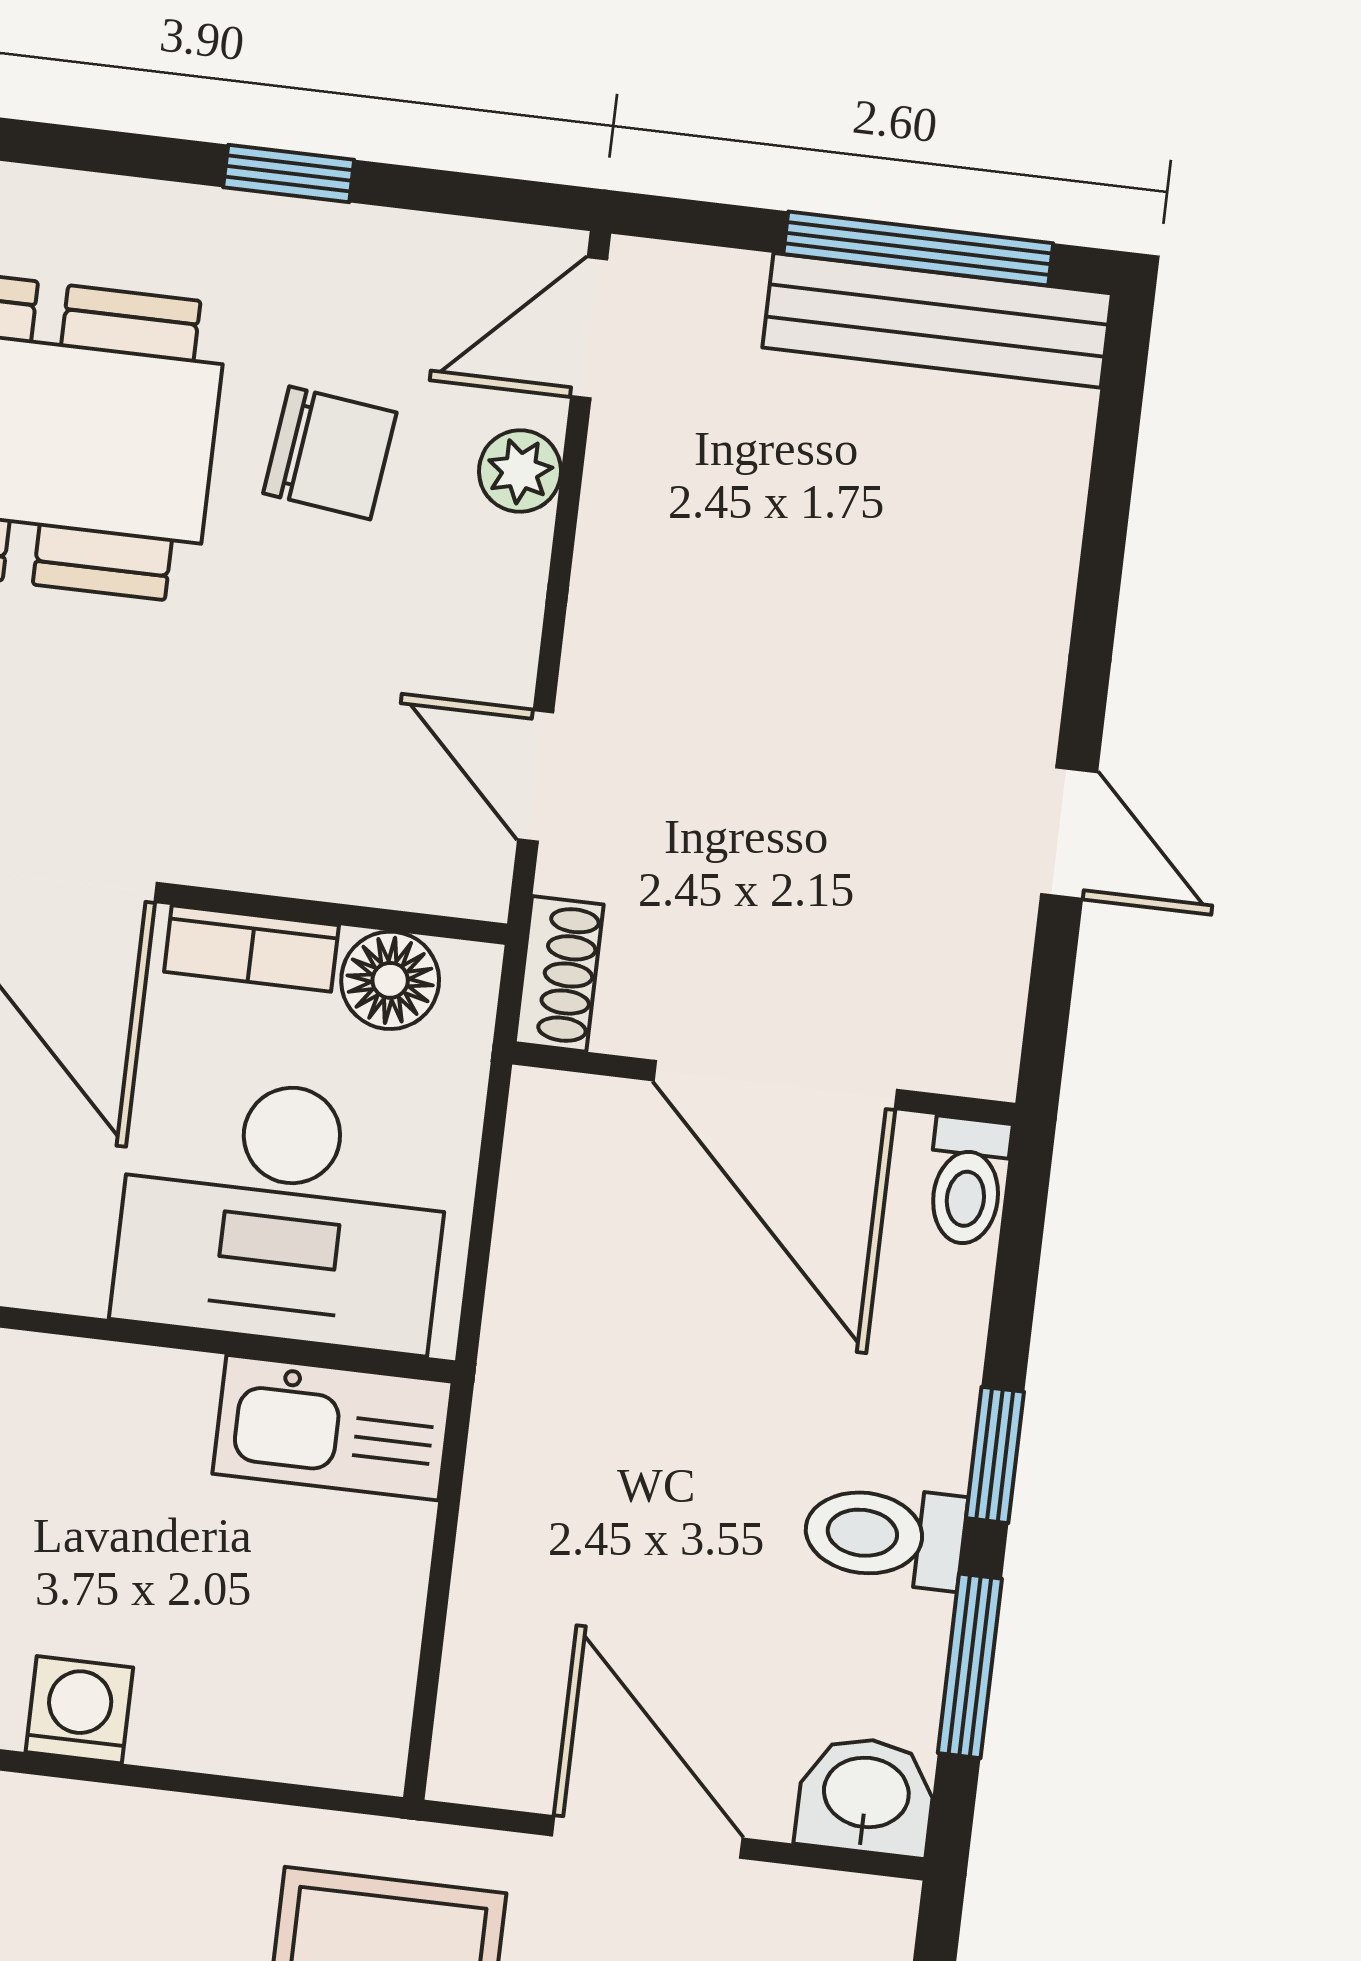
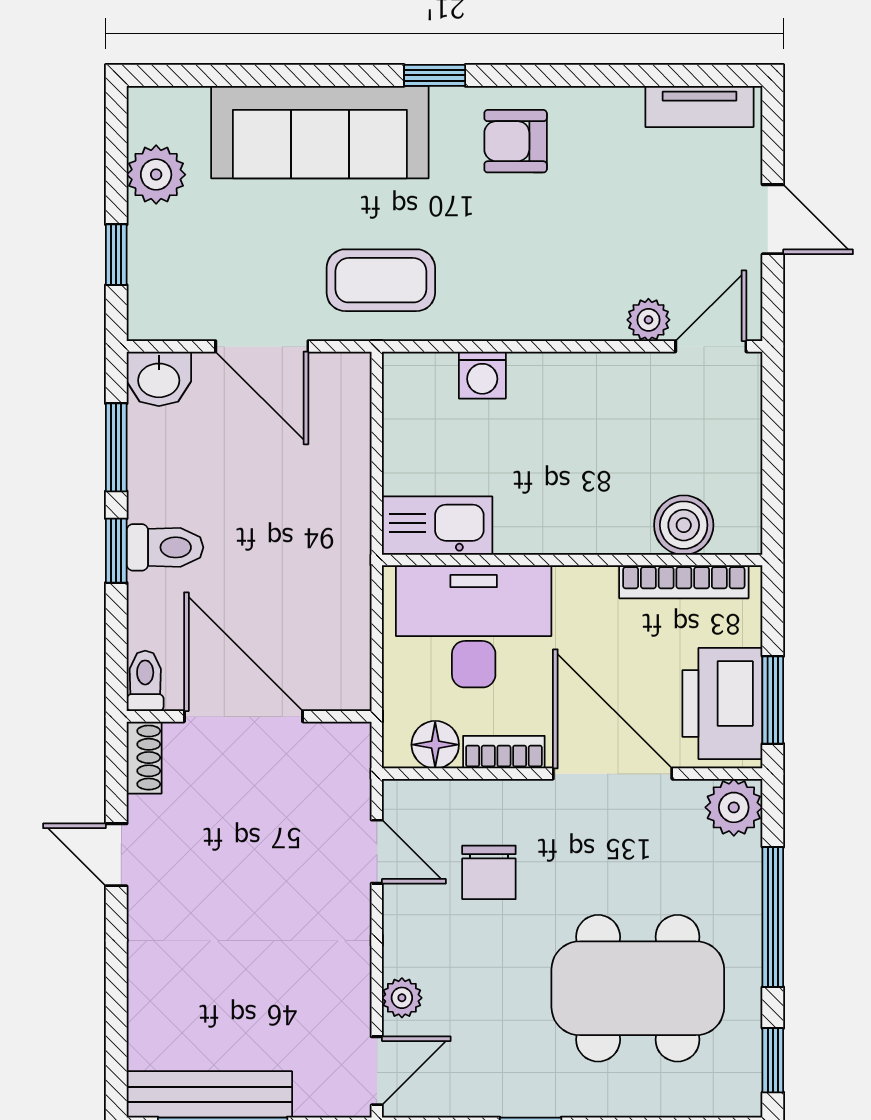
chair: (330, 453) -> (489, 872), moved, turned -97
shoe rack: (559, 974) -> (144, 758), moved, turned 180
toilet: (884, 1535) -> (165, 547), moved
washing machine: (79, 1710) -> (482, 375), moved

